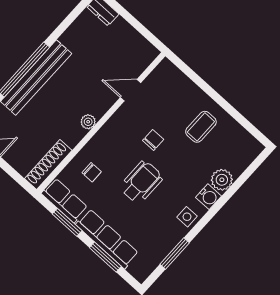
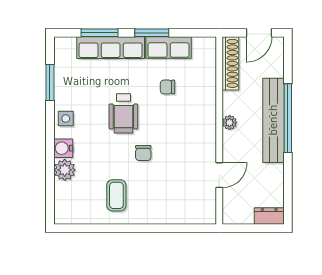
door: (131, 90) -> (219, 175), moved
plant: (88, 122) -> (230, 123), moved
wall: (101, 123) -> (219, 130), moved
shoe rack: (48, 164) -> (230, 63), moved

